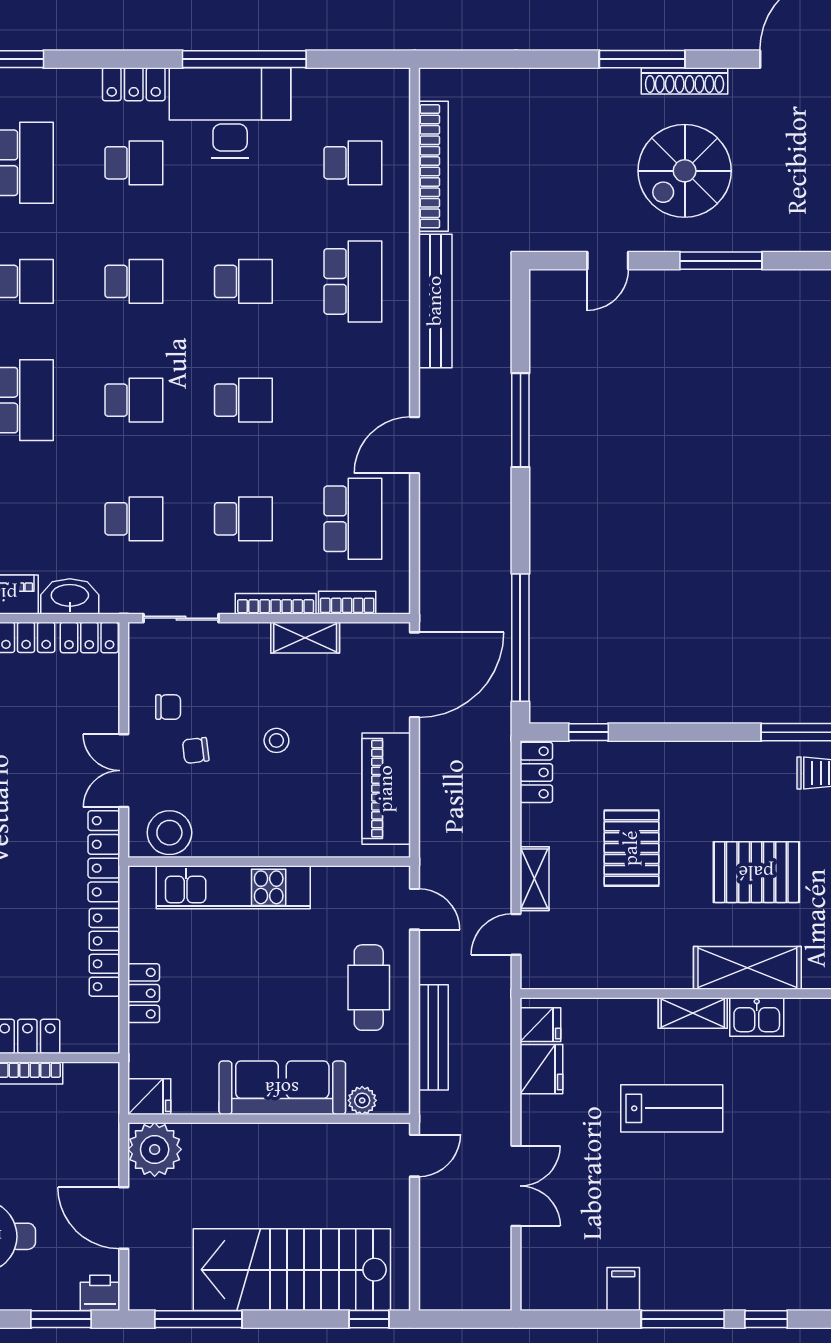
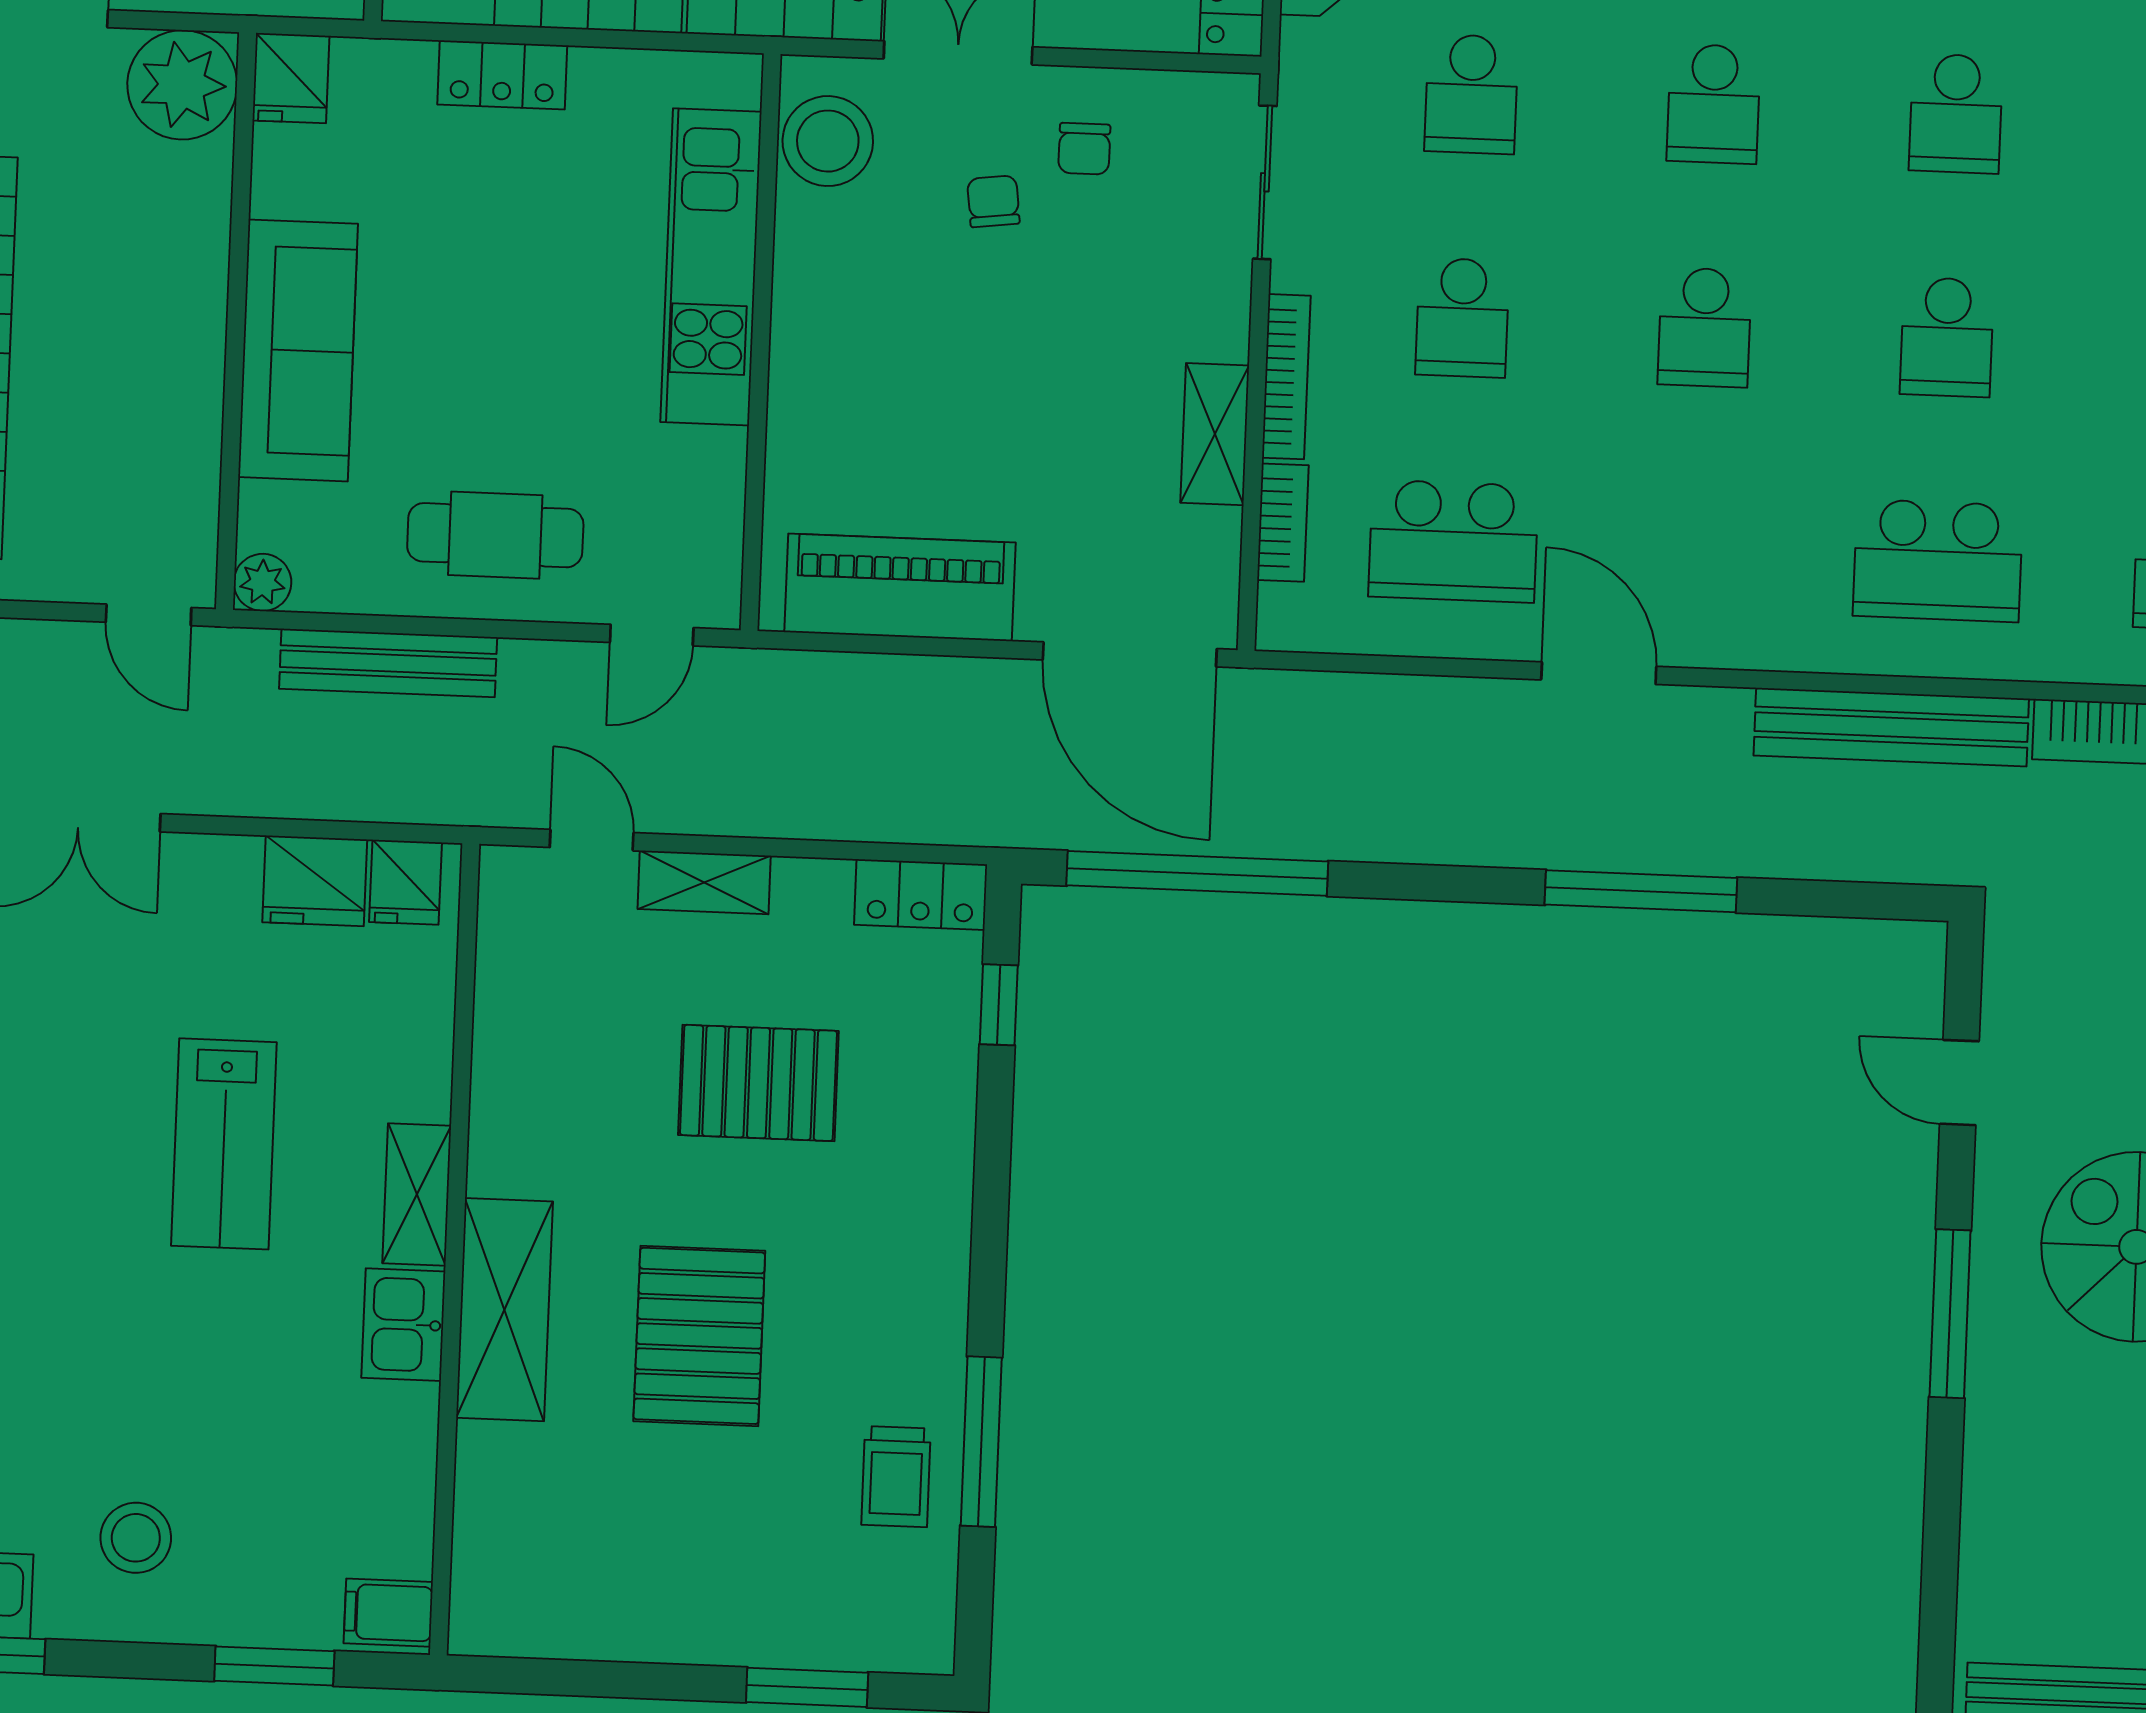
stool: (276, 740) -> (1007, 367), removed
plant: (362, 1100) -> (263, 582), moved

